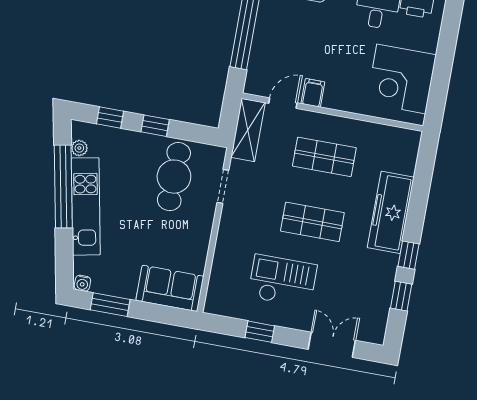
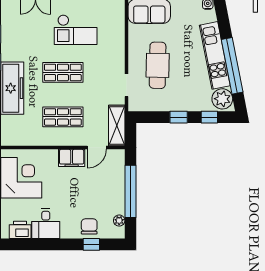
filing cabinet: (313, 93) -> (72, 158), width x2.00
plant: (79, 148) -> (222, 99), width x1.88, depth x1.88
cafe table: (174, 177) -> (158, 65), moved

